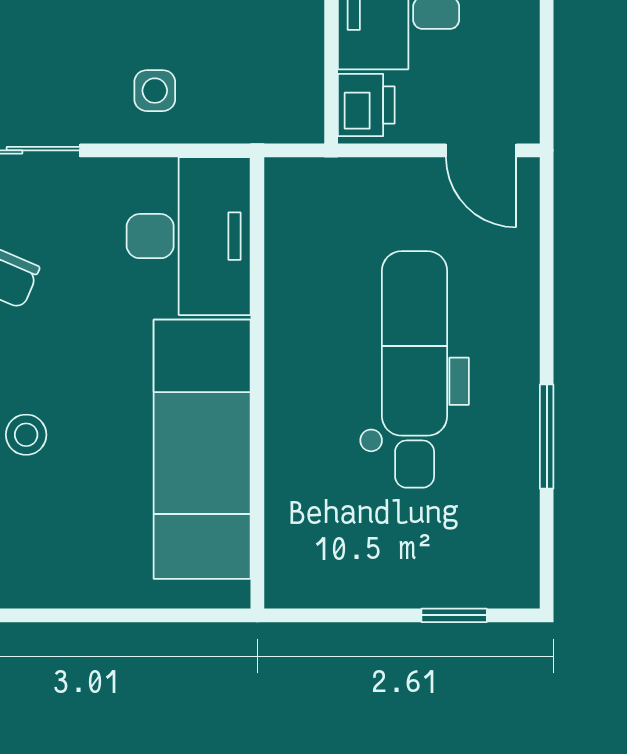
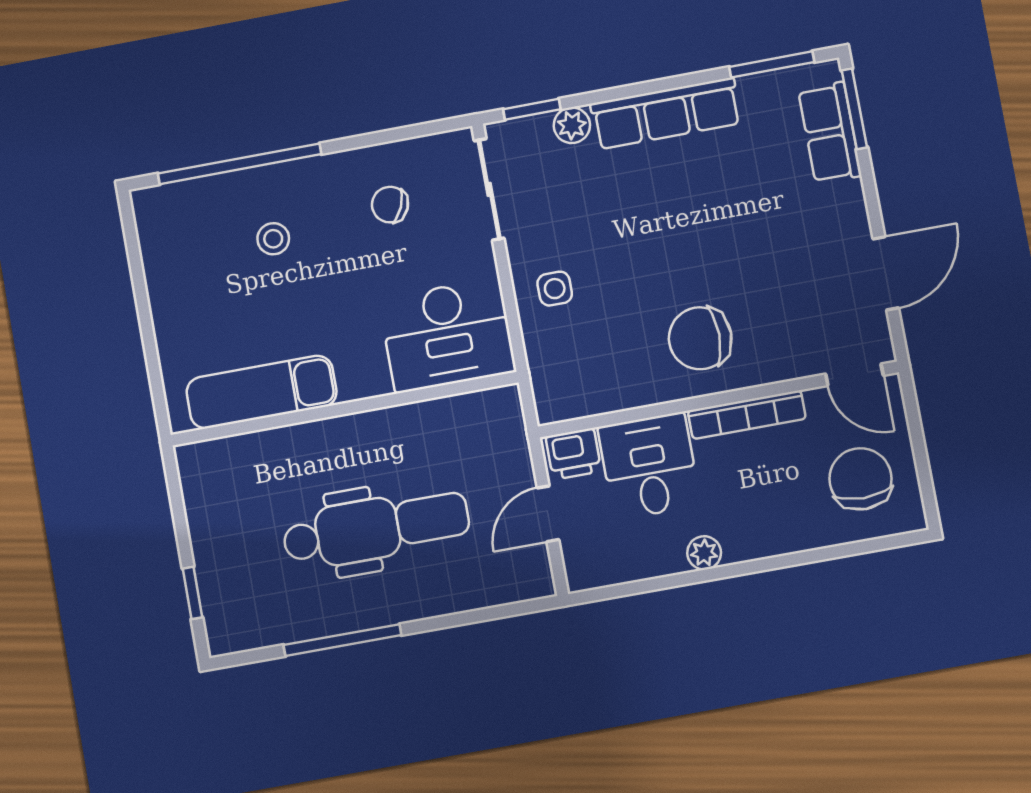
door: (481, 150) -> (548, 514), moved
window: (547, 437) -> (342, 640), width x1.44
exam couch: (202, 449) -> (261, 392), width x0.73, depth x0.69

